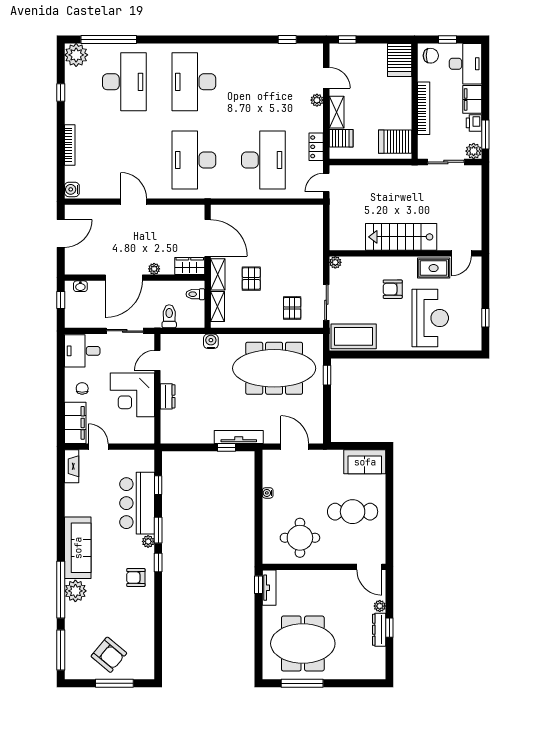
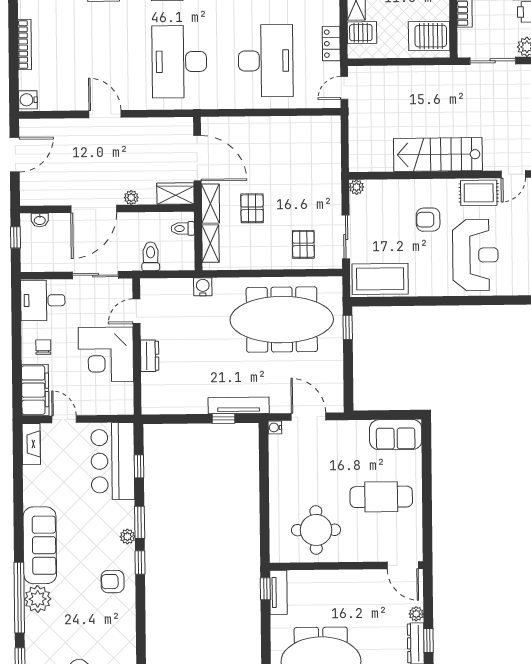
water cooler: (268, 493) -> (275, 427), moved
bar counter: (137, 503) -> (113, 461), moved

